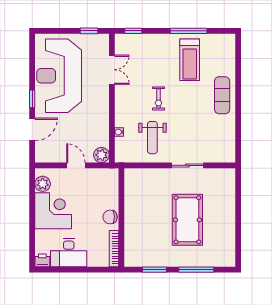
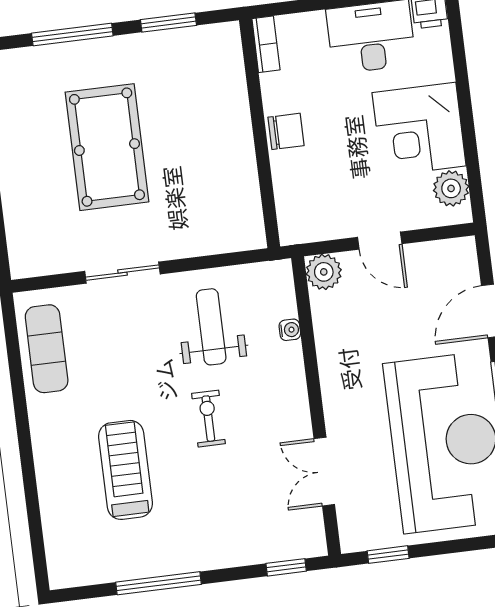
treadmill: (190, 60) -> (125, 470), moved
exercise mat: (222, 95) -> (47, 349), moved
bookcase: (114, 249) -> (266, 44), width x0.64

